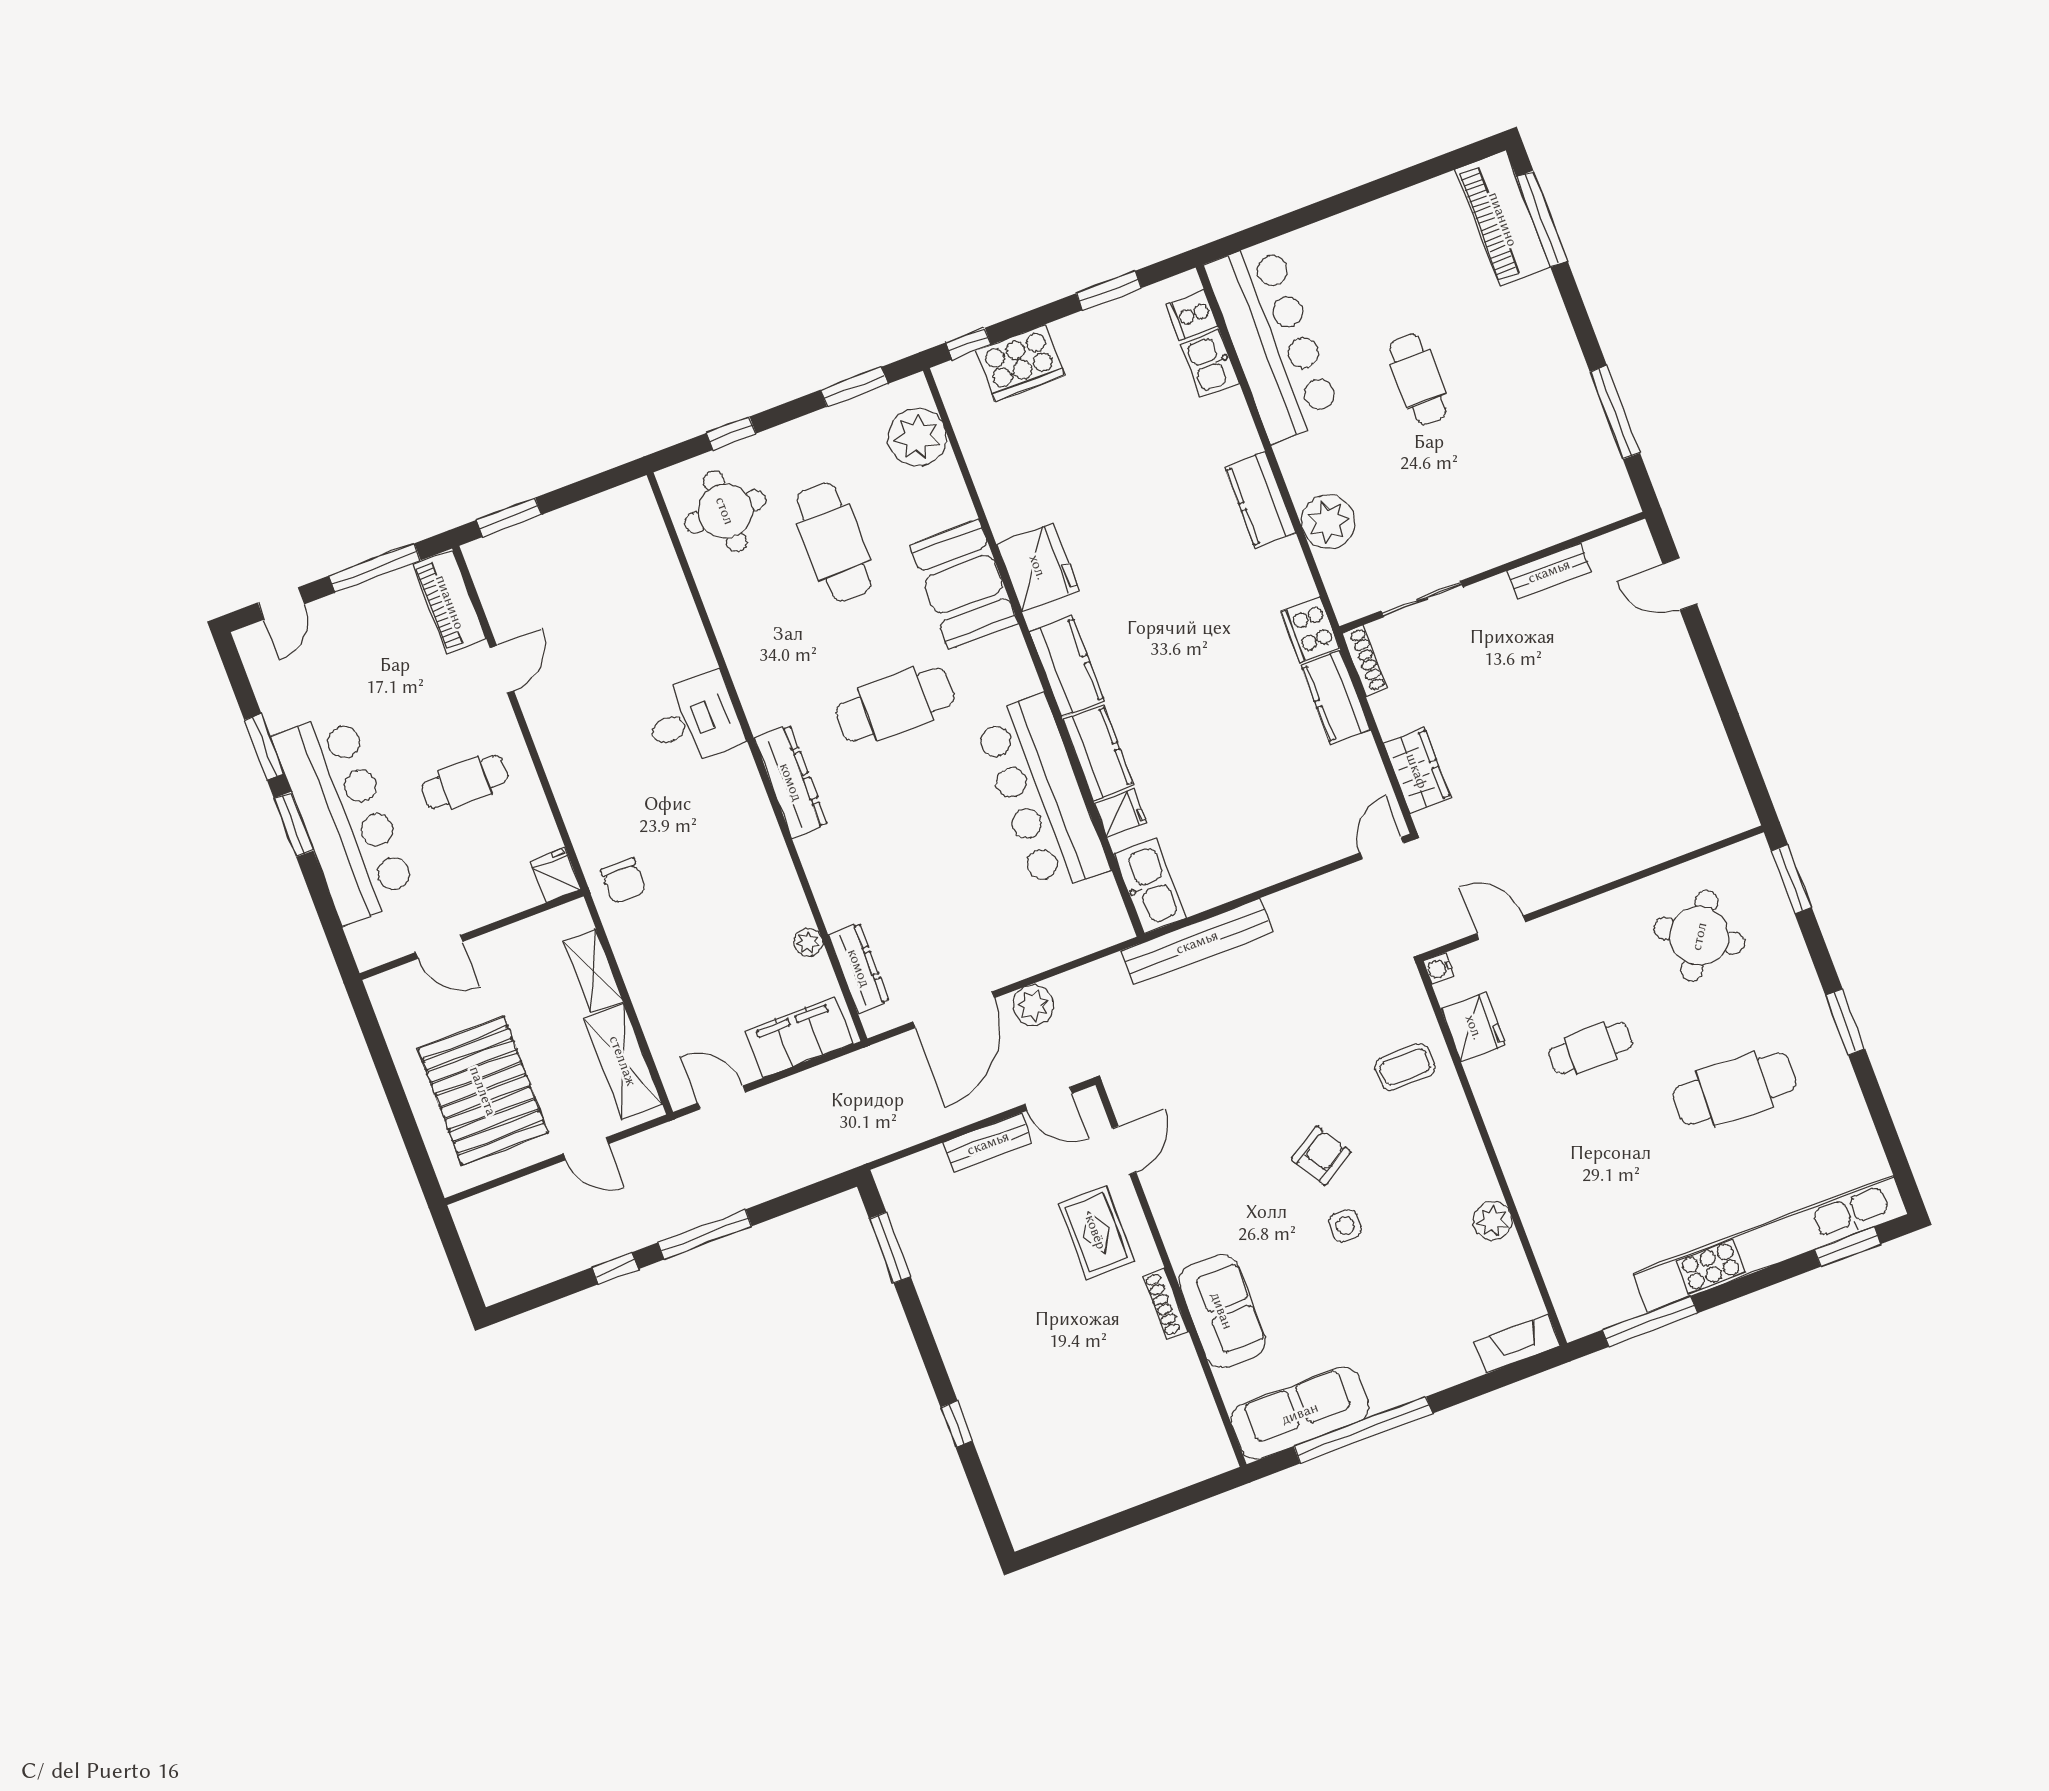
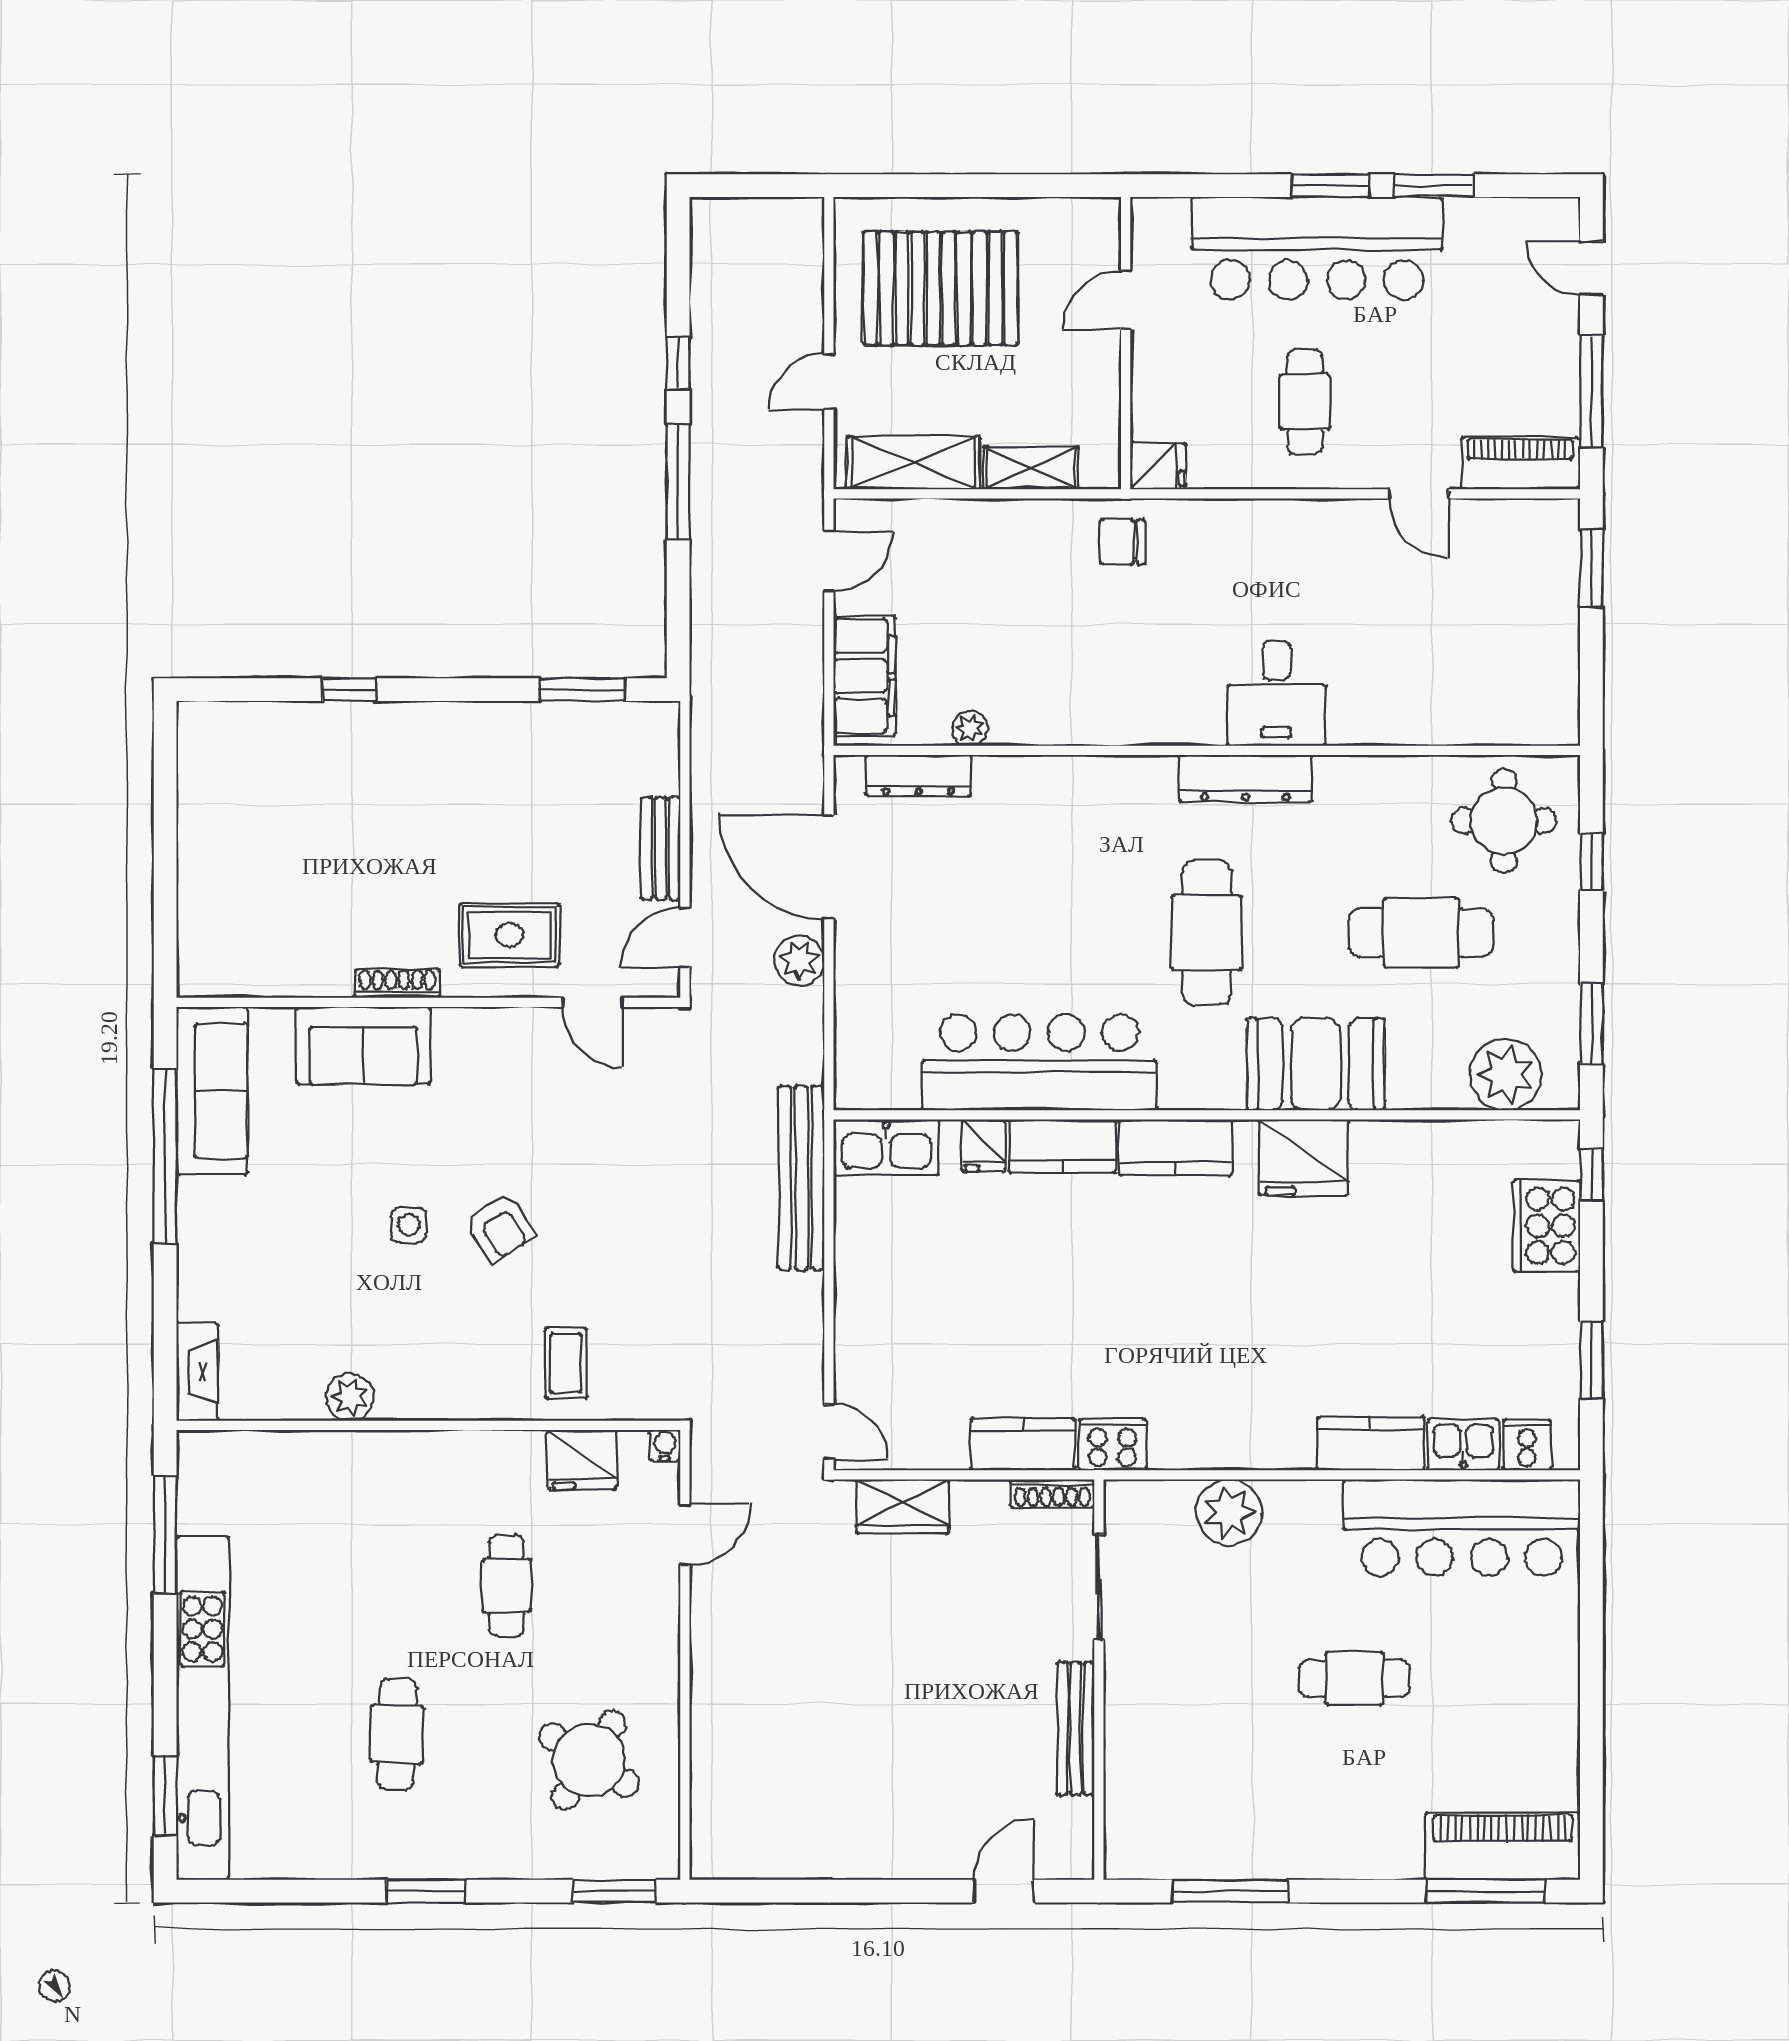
kitchen counter: (1260, 500) -> (1370, 1443), moved
bench: (1549, 571) -> (1076, 1728), width x1.36
dresser: (791, 782) -> (1245, 779), moved
cafe table: (1734, 1089) -> (397, 1734), width x0.73, depth x0.74

